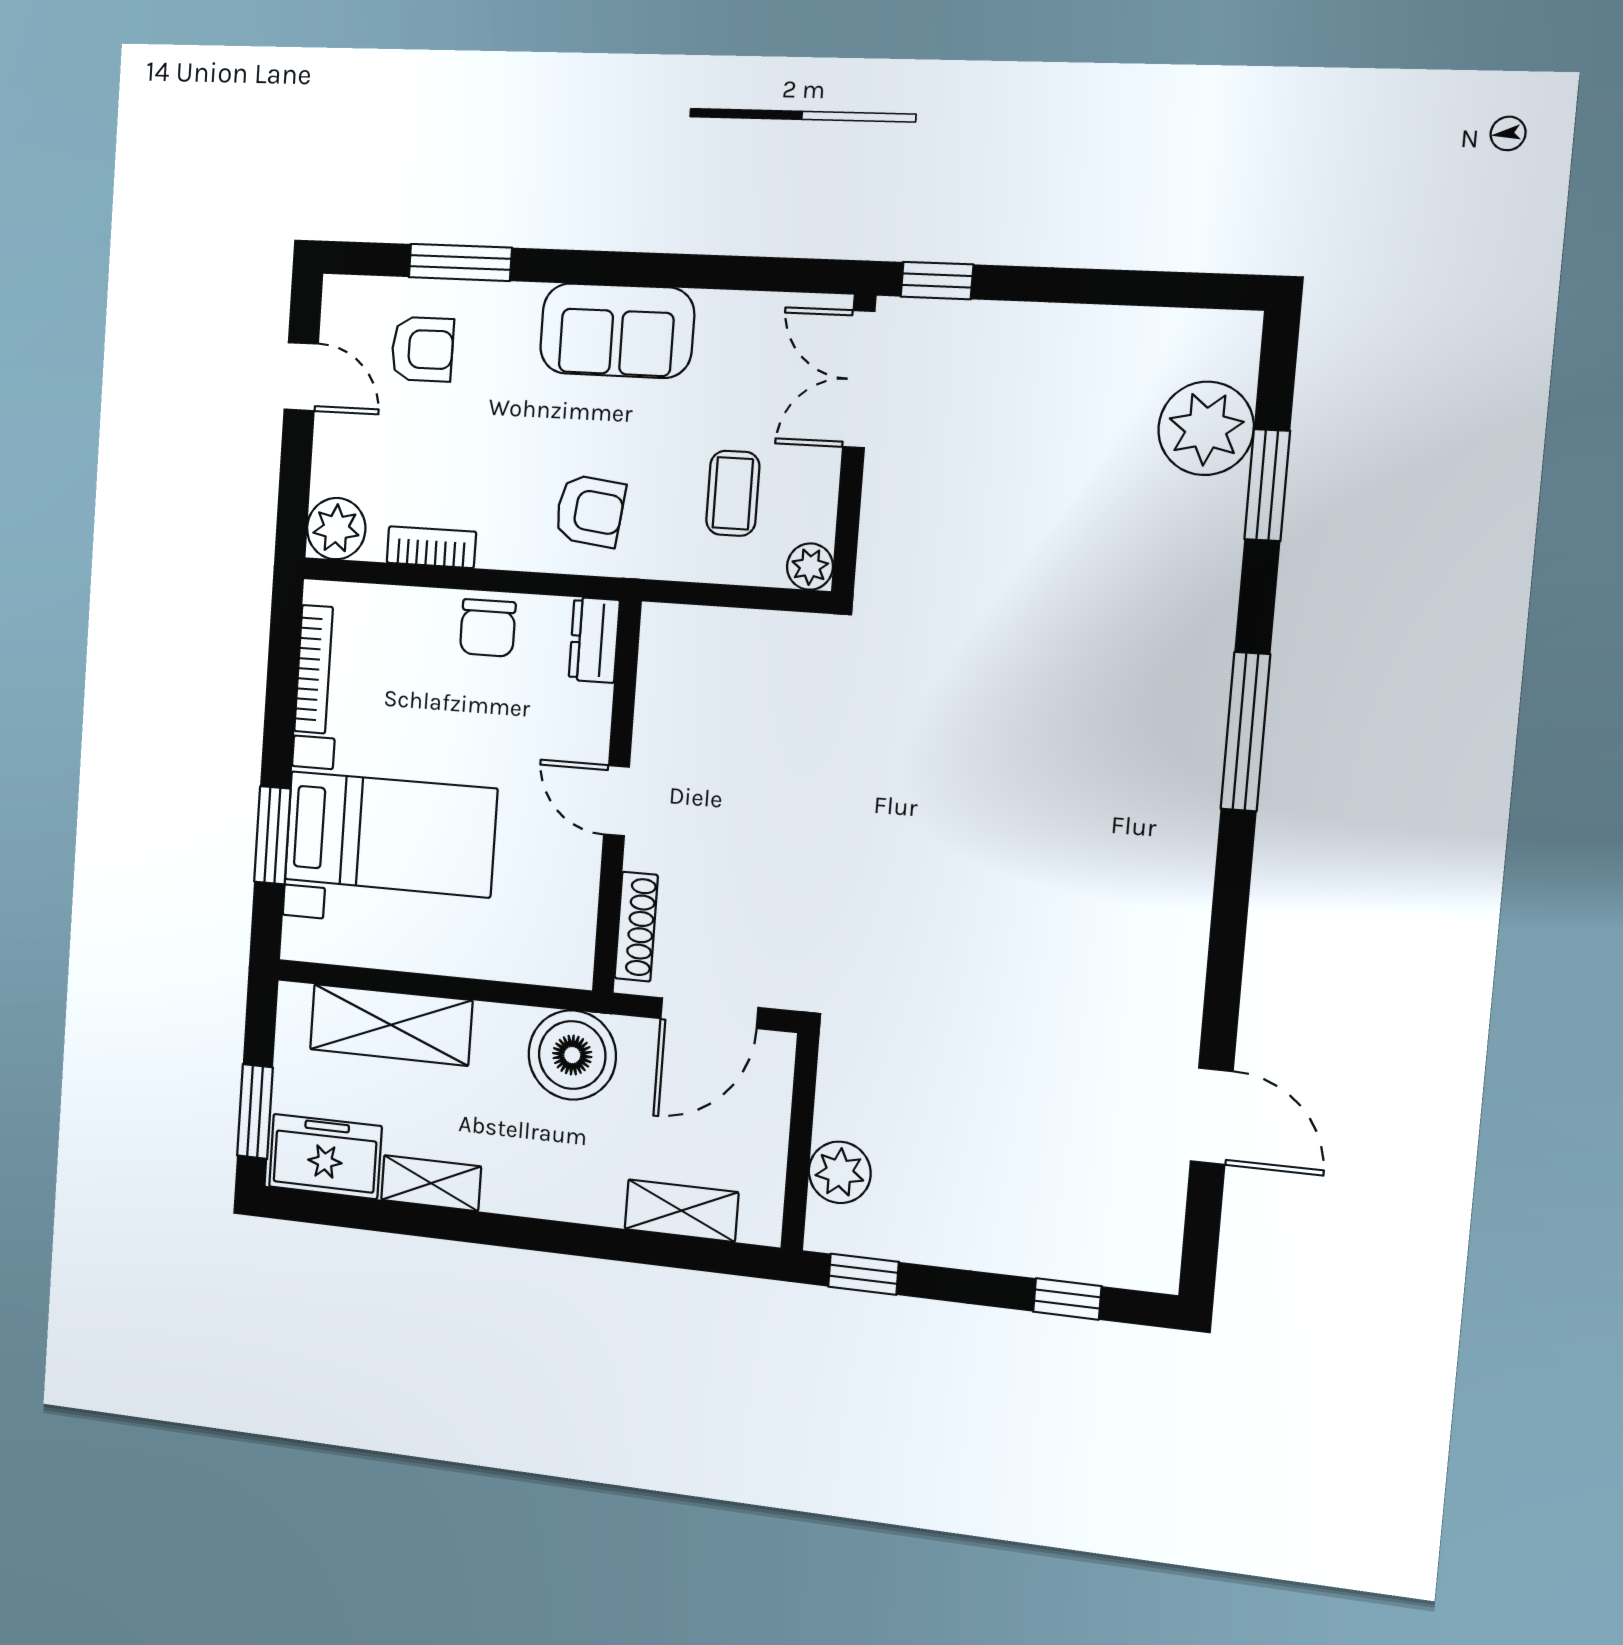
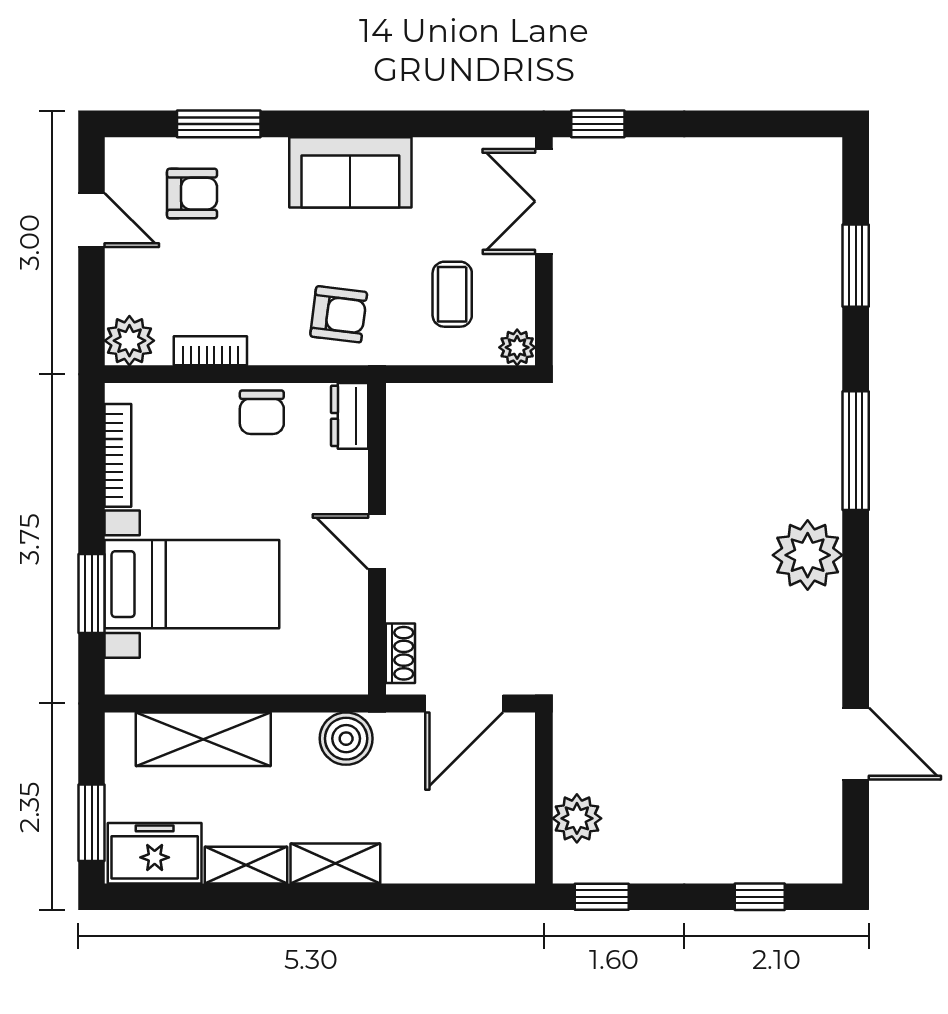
plant: (1206, 428) -> (808, 555), moved
shoe rack: (636, 927) -> (400, 653), width x0.70
boiler: (572, 1055) -> (346, 739), width x0.73, depth x0.73
shelving: (681, 1211) -> (335, 863), moved

